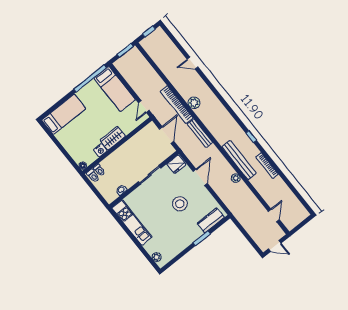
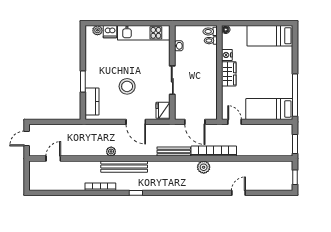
bed: (64, 114) -> (270, 36), moved, turned 90
door: (274, 215) -> (53, 158), swing flipped
dishwasher: (150, 247) -> (110, 32), added

